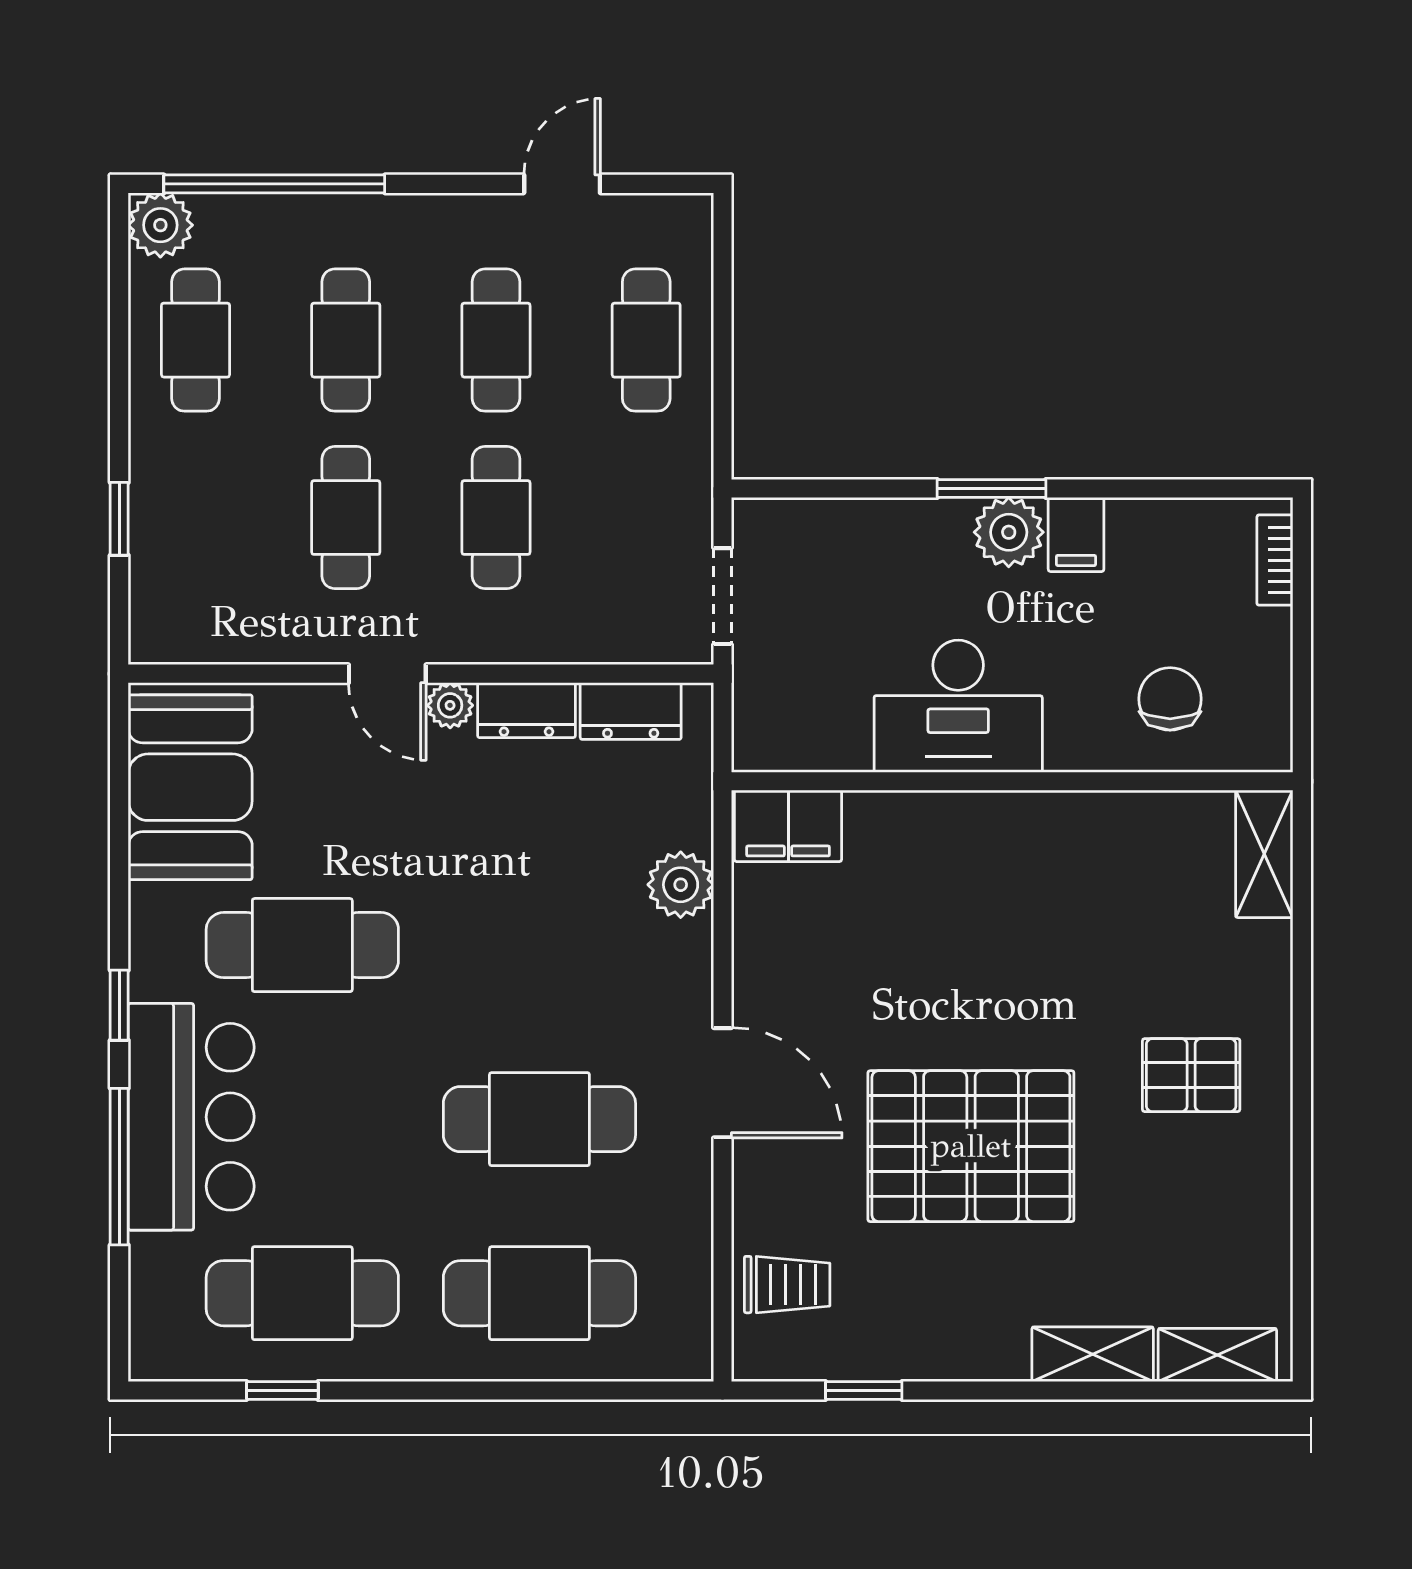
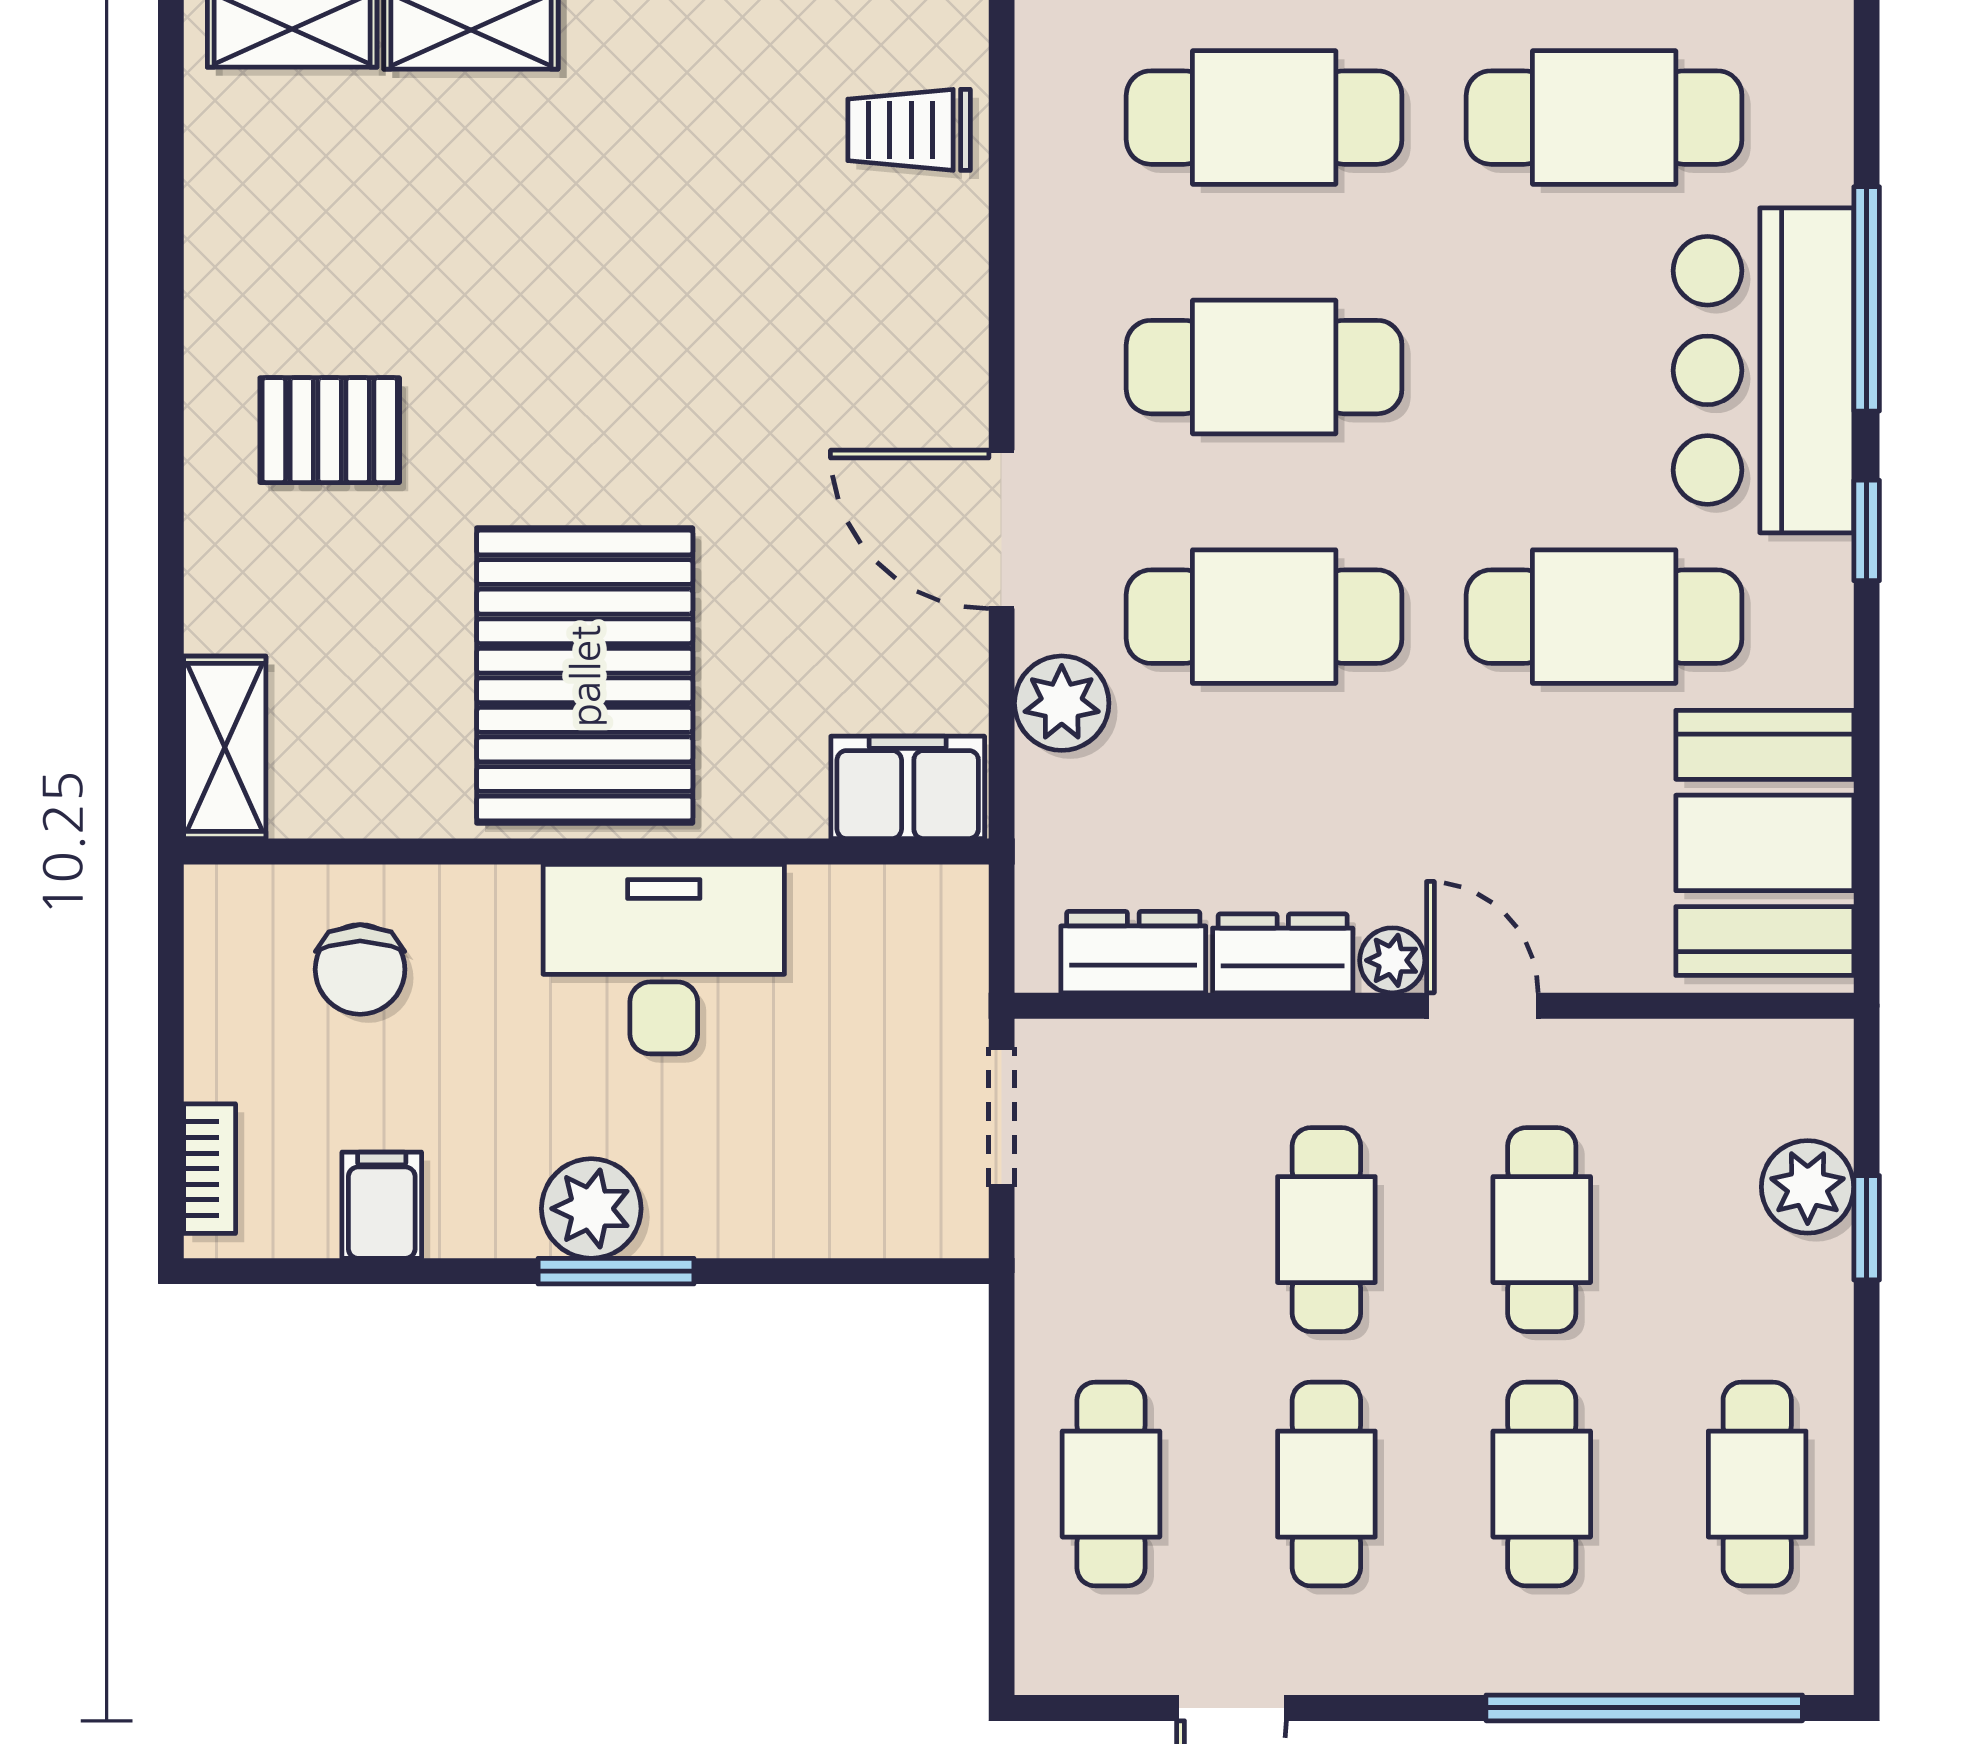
plant: (160, 225) -> (1808, 1187), moved
filing cabinet: (1076, 535) -> (382, 1205), moved
cafe table: (539, 945) -> (1264, 617), added
door: (723, 1083) -> (1002, 529), moved
pallet: (971, 1146) -> (585, 676), moved, turned 90

